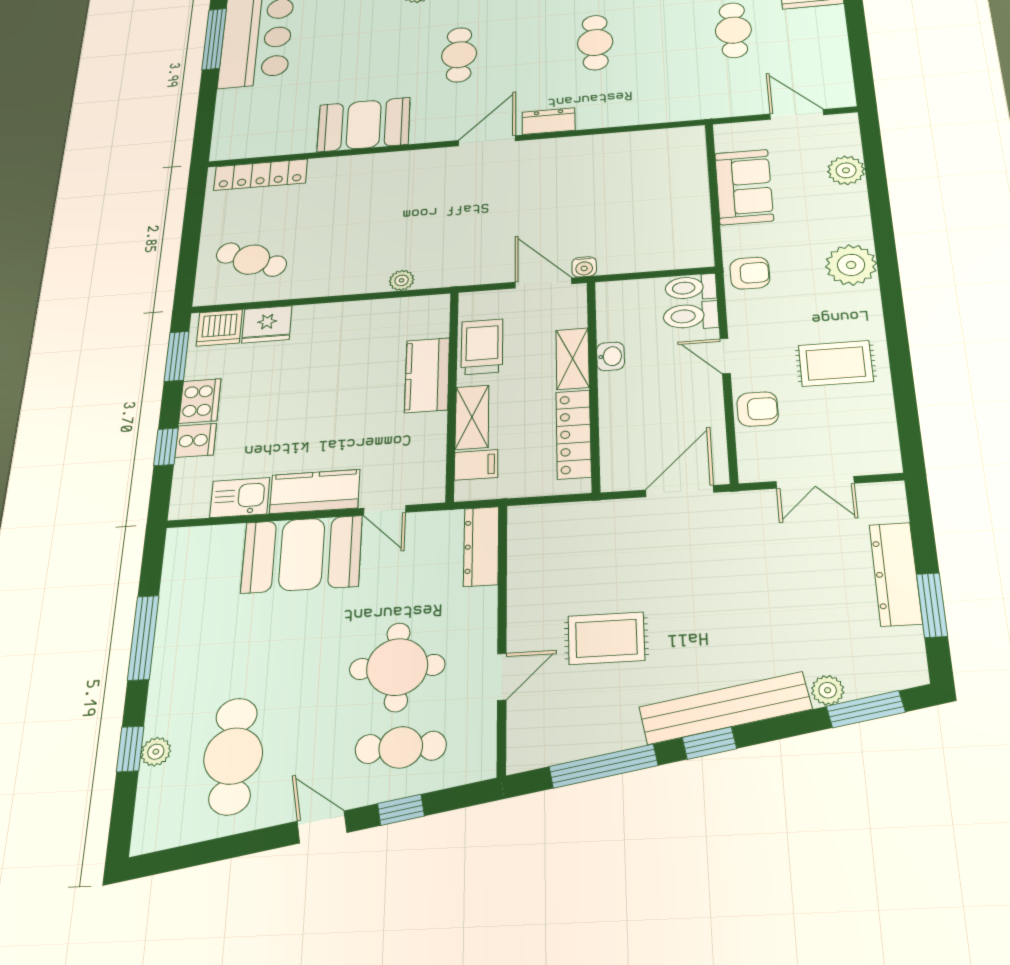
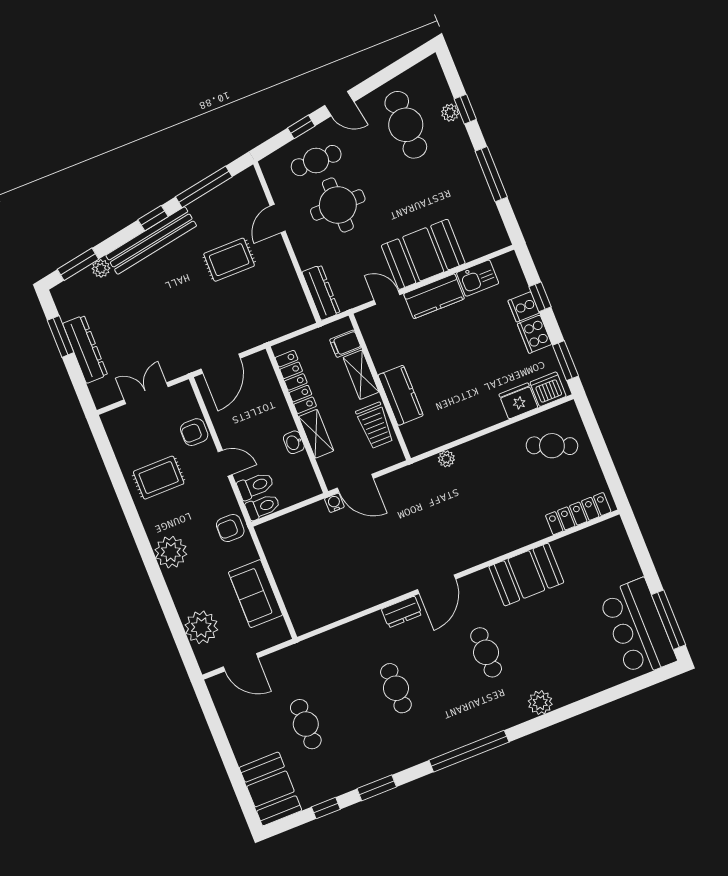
plant: (846, 170) -> (201, 627), width x1.36, depth x1.36

